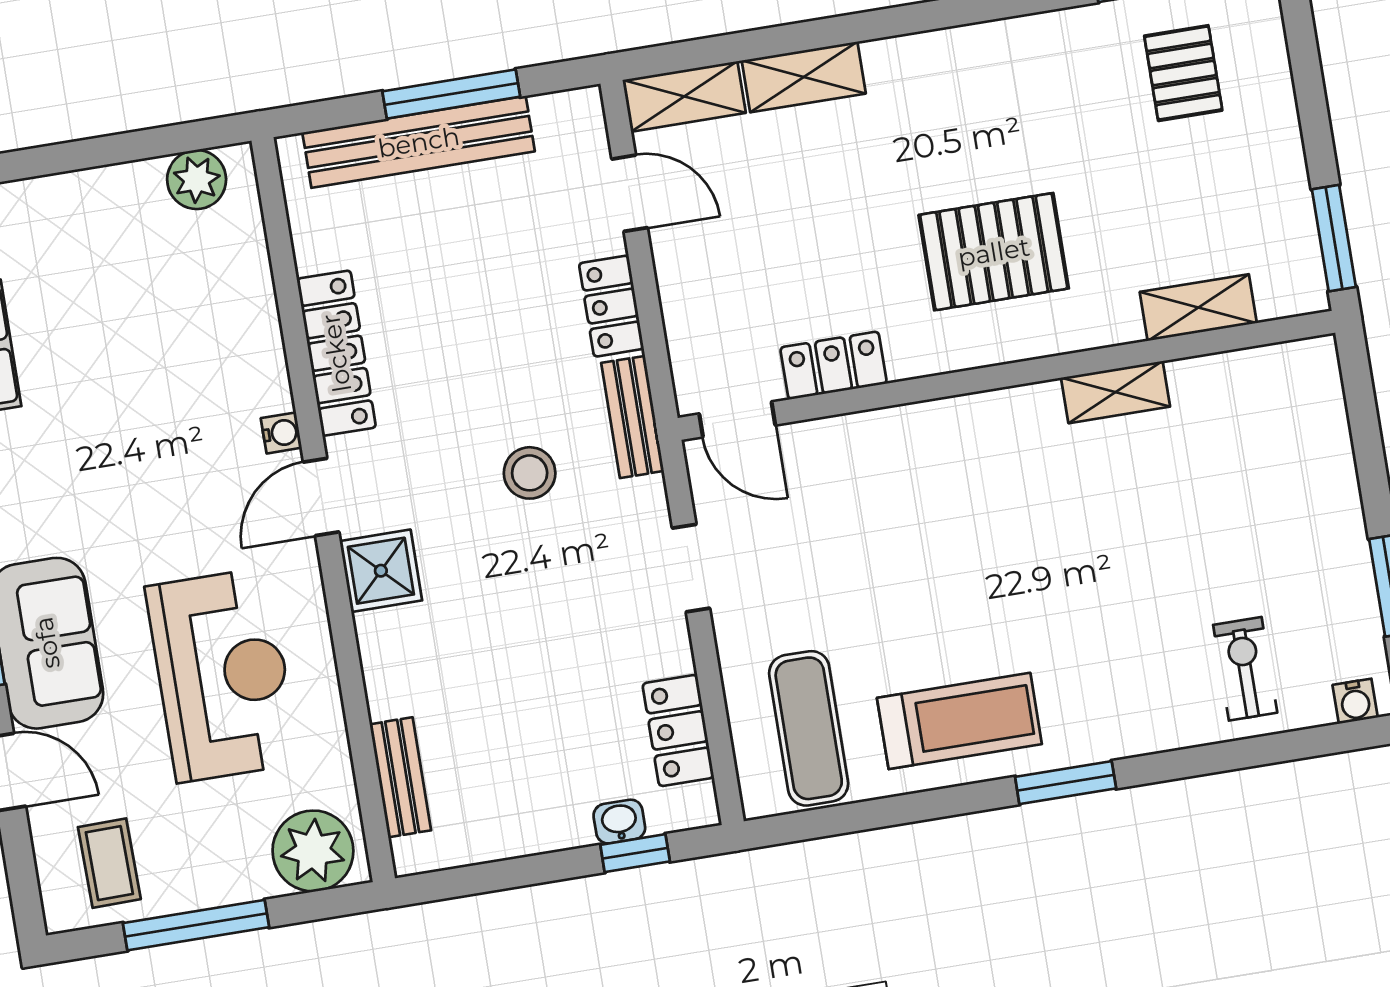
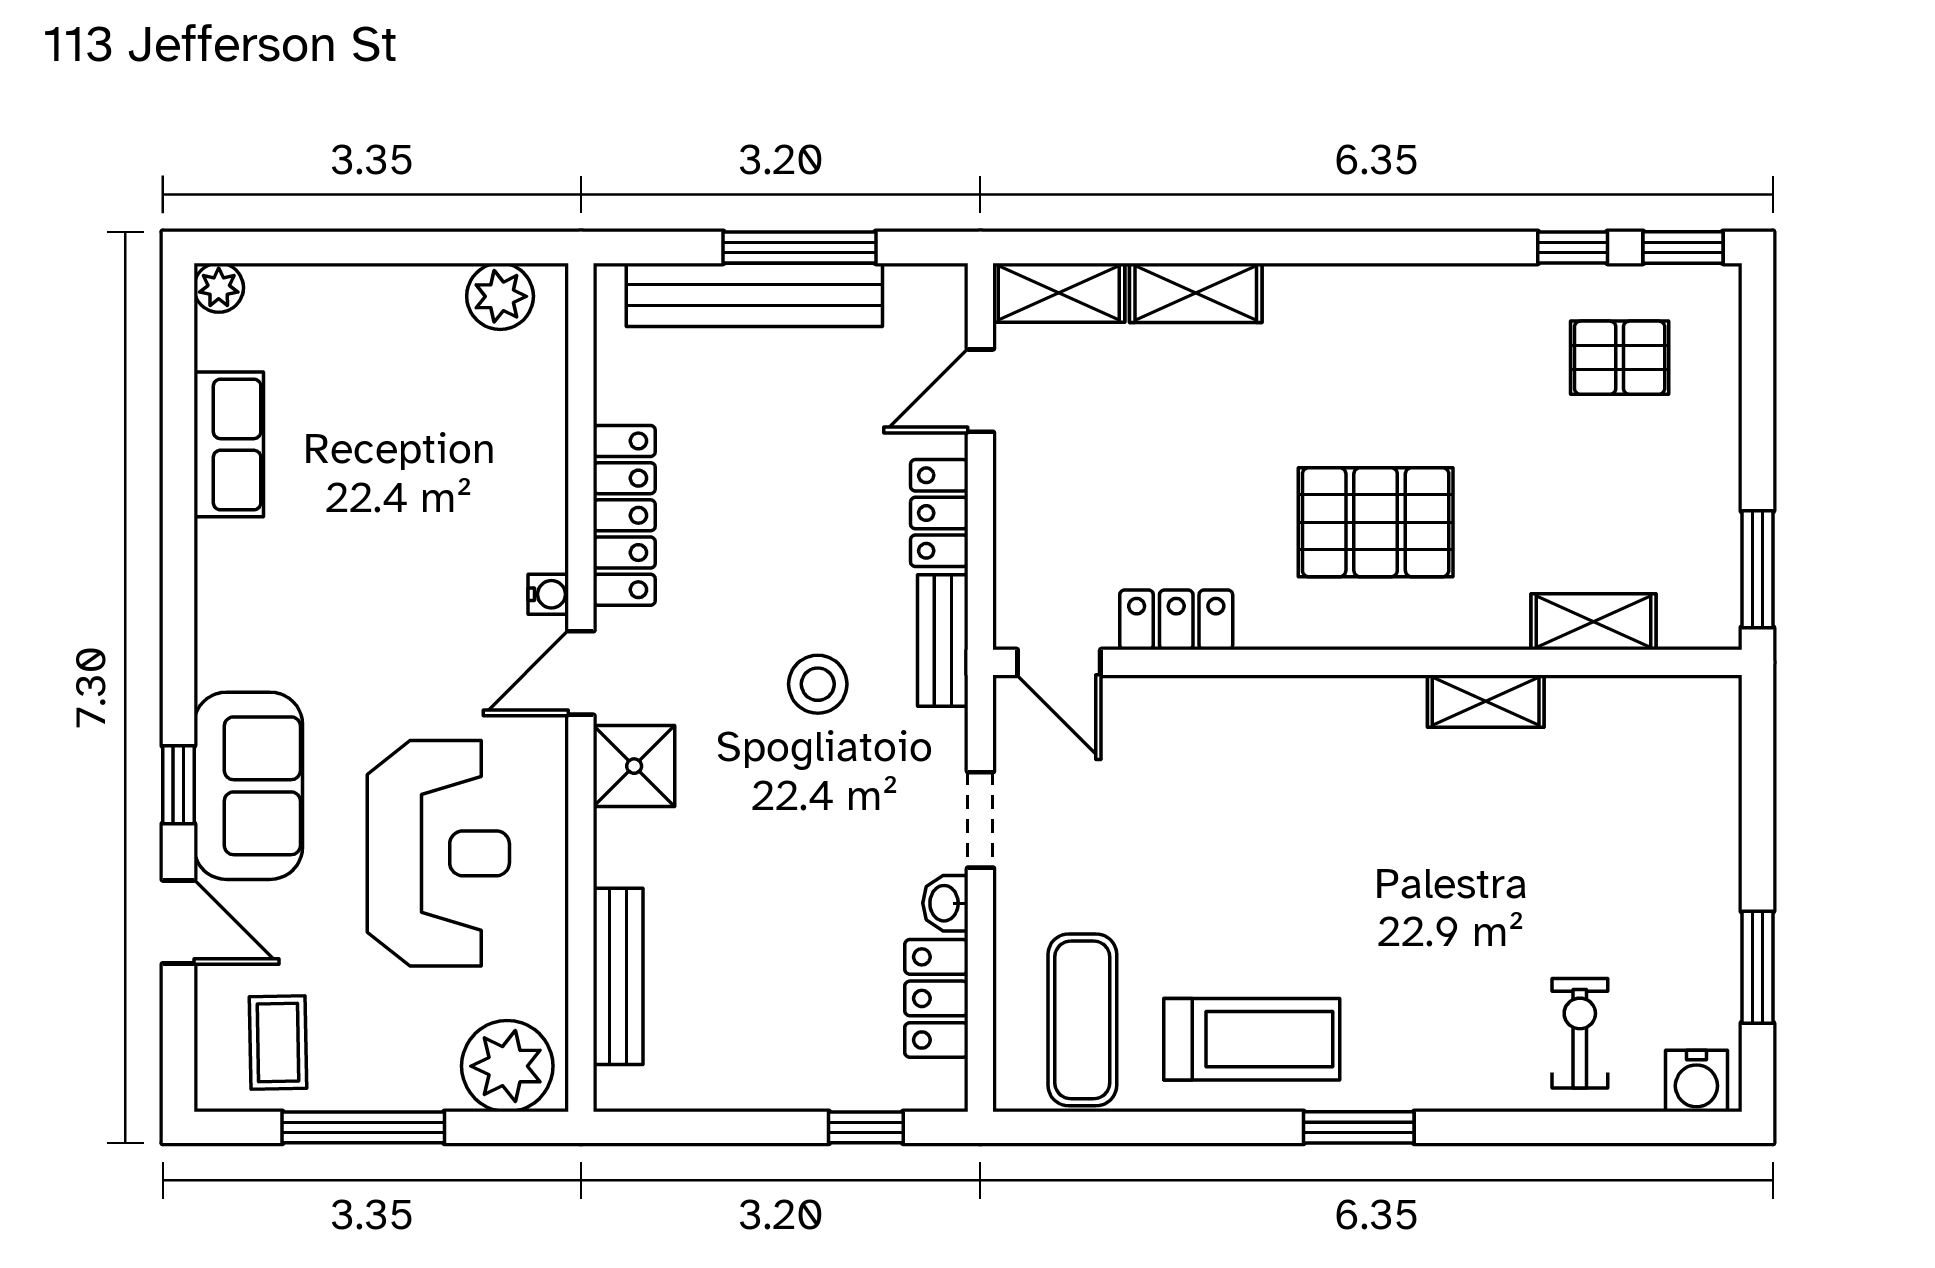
pallet: (1183, 73) -> (1620, 358), turned 90
door: (630, 193) -> (980, 391), swing flipped
water cooler: (1355, 701) -> (1696, 1081), width x1.38, depth x1.38
bench: (400, 777) -> (618, 976), width x1.36
washbasin: (619, 822) -> (945, 903), moved, turned -90

